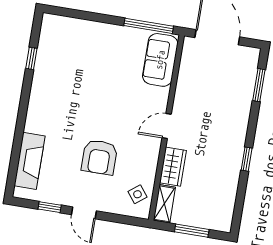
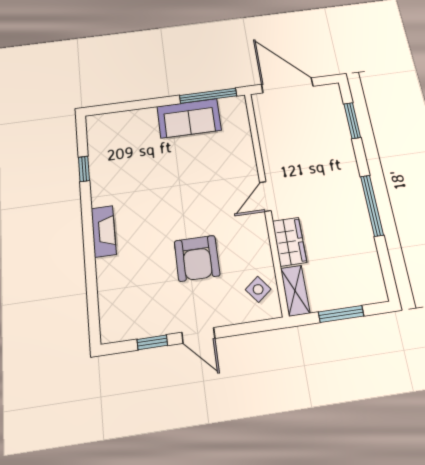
sofa: (160, 60) -> (189, 118), moved, turned -90
window: (247, 159) -> (372, 205), width x2.17
fireplace: (30, 161) -> (104, 231), moved, width x0.73, depth x0.76

